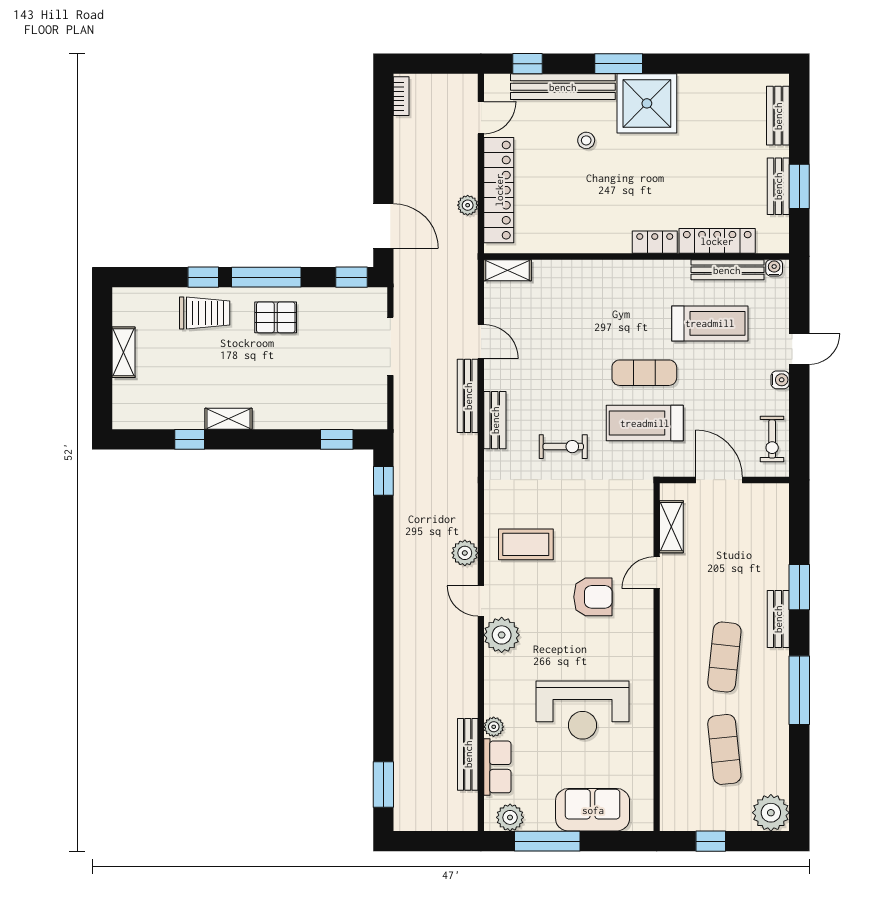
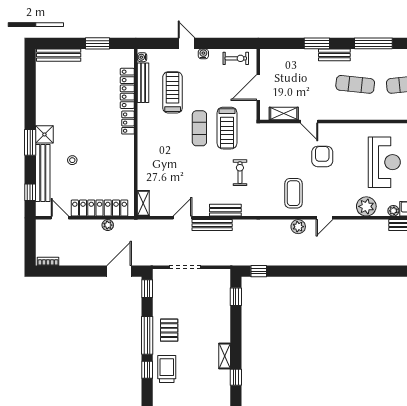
shower: (647, 103) -> (44, 134), width x0.54, depth x0.54
bench: (778, 116) -> (59, 55), width x1.36
bench: (778, 186) -> (97, 55), removed
plant: (502, 635) -> (366, 206), moved

